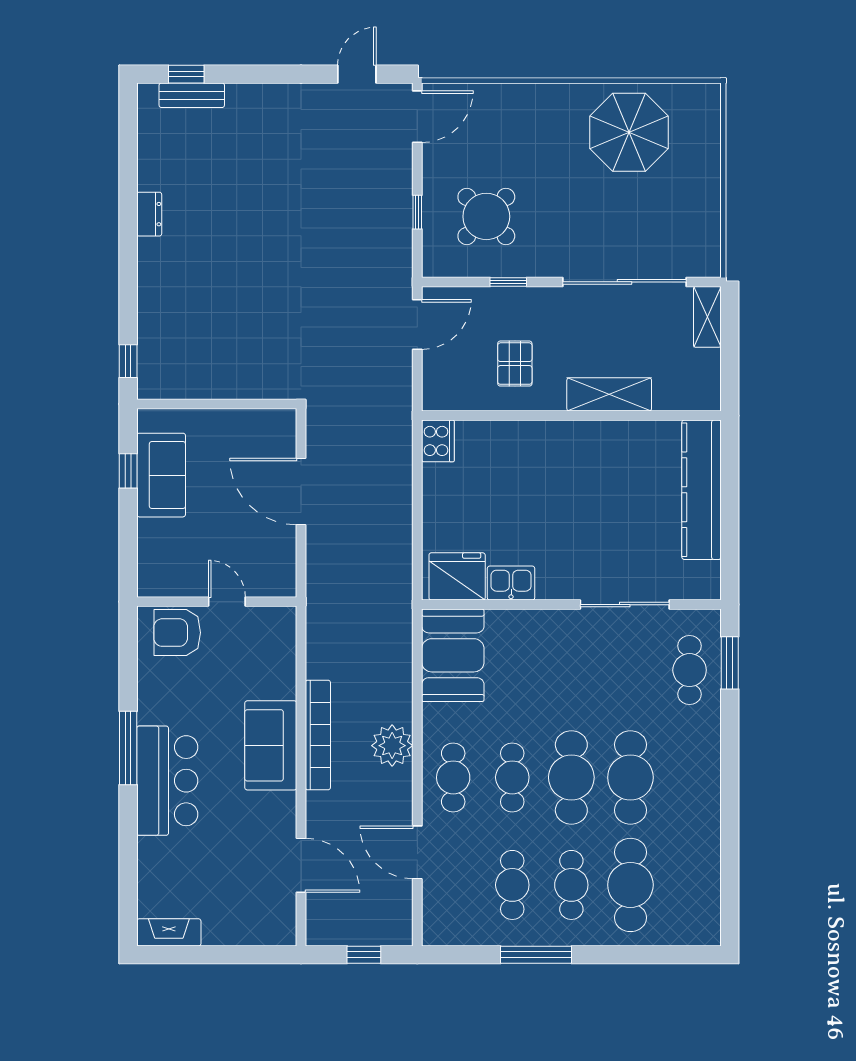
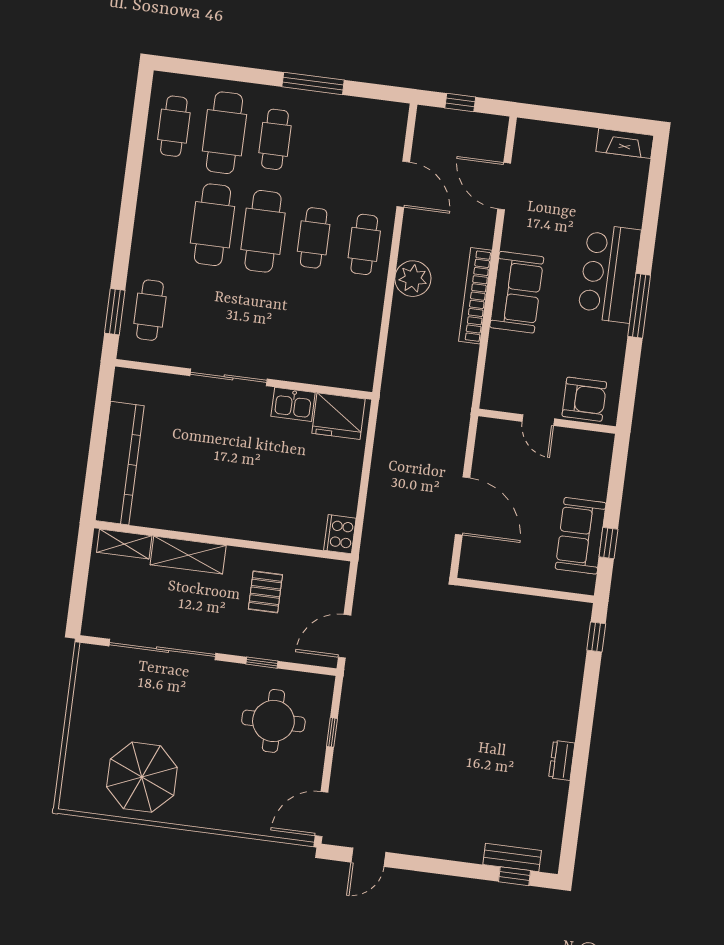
round table: (486, 216) -> (273, 721), turned 45
shelving: (707, 317) -> (124, 544), moved, turned 90
sliding door: (625, 605) -> (229, 377), moved
booth: (453, 655) -> (351, 349), removed
cafe table: (512, 885) -> (174, 126), moved

